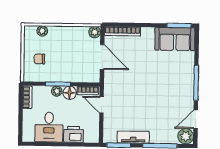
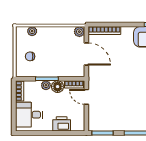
desk: (49, 127) -> (29, 115), moved, turned 90
tv unit: (133, 137) -> (115, 126), removed

